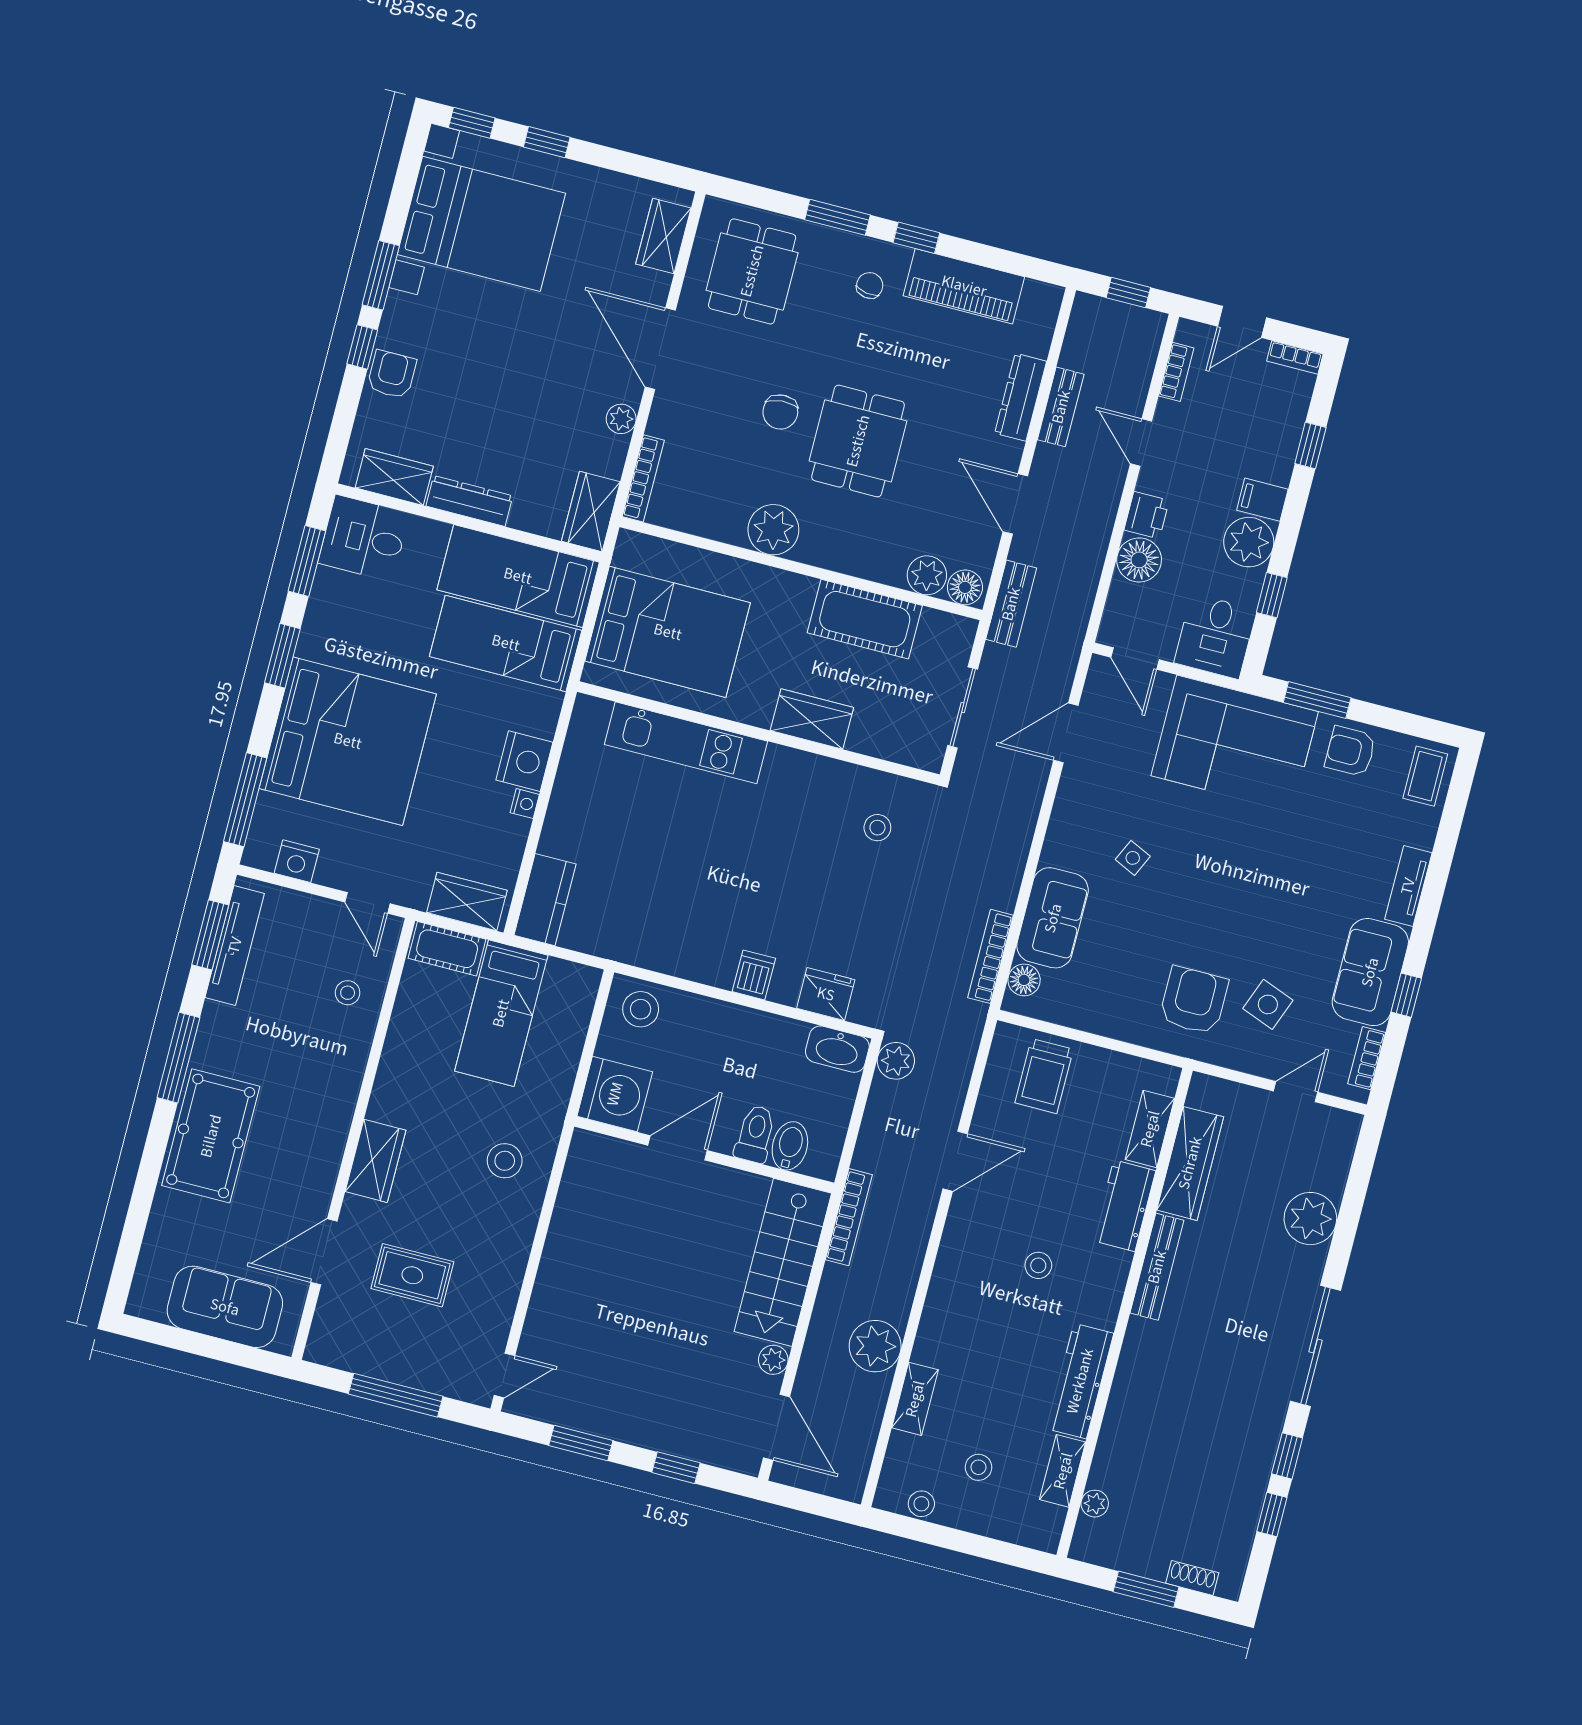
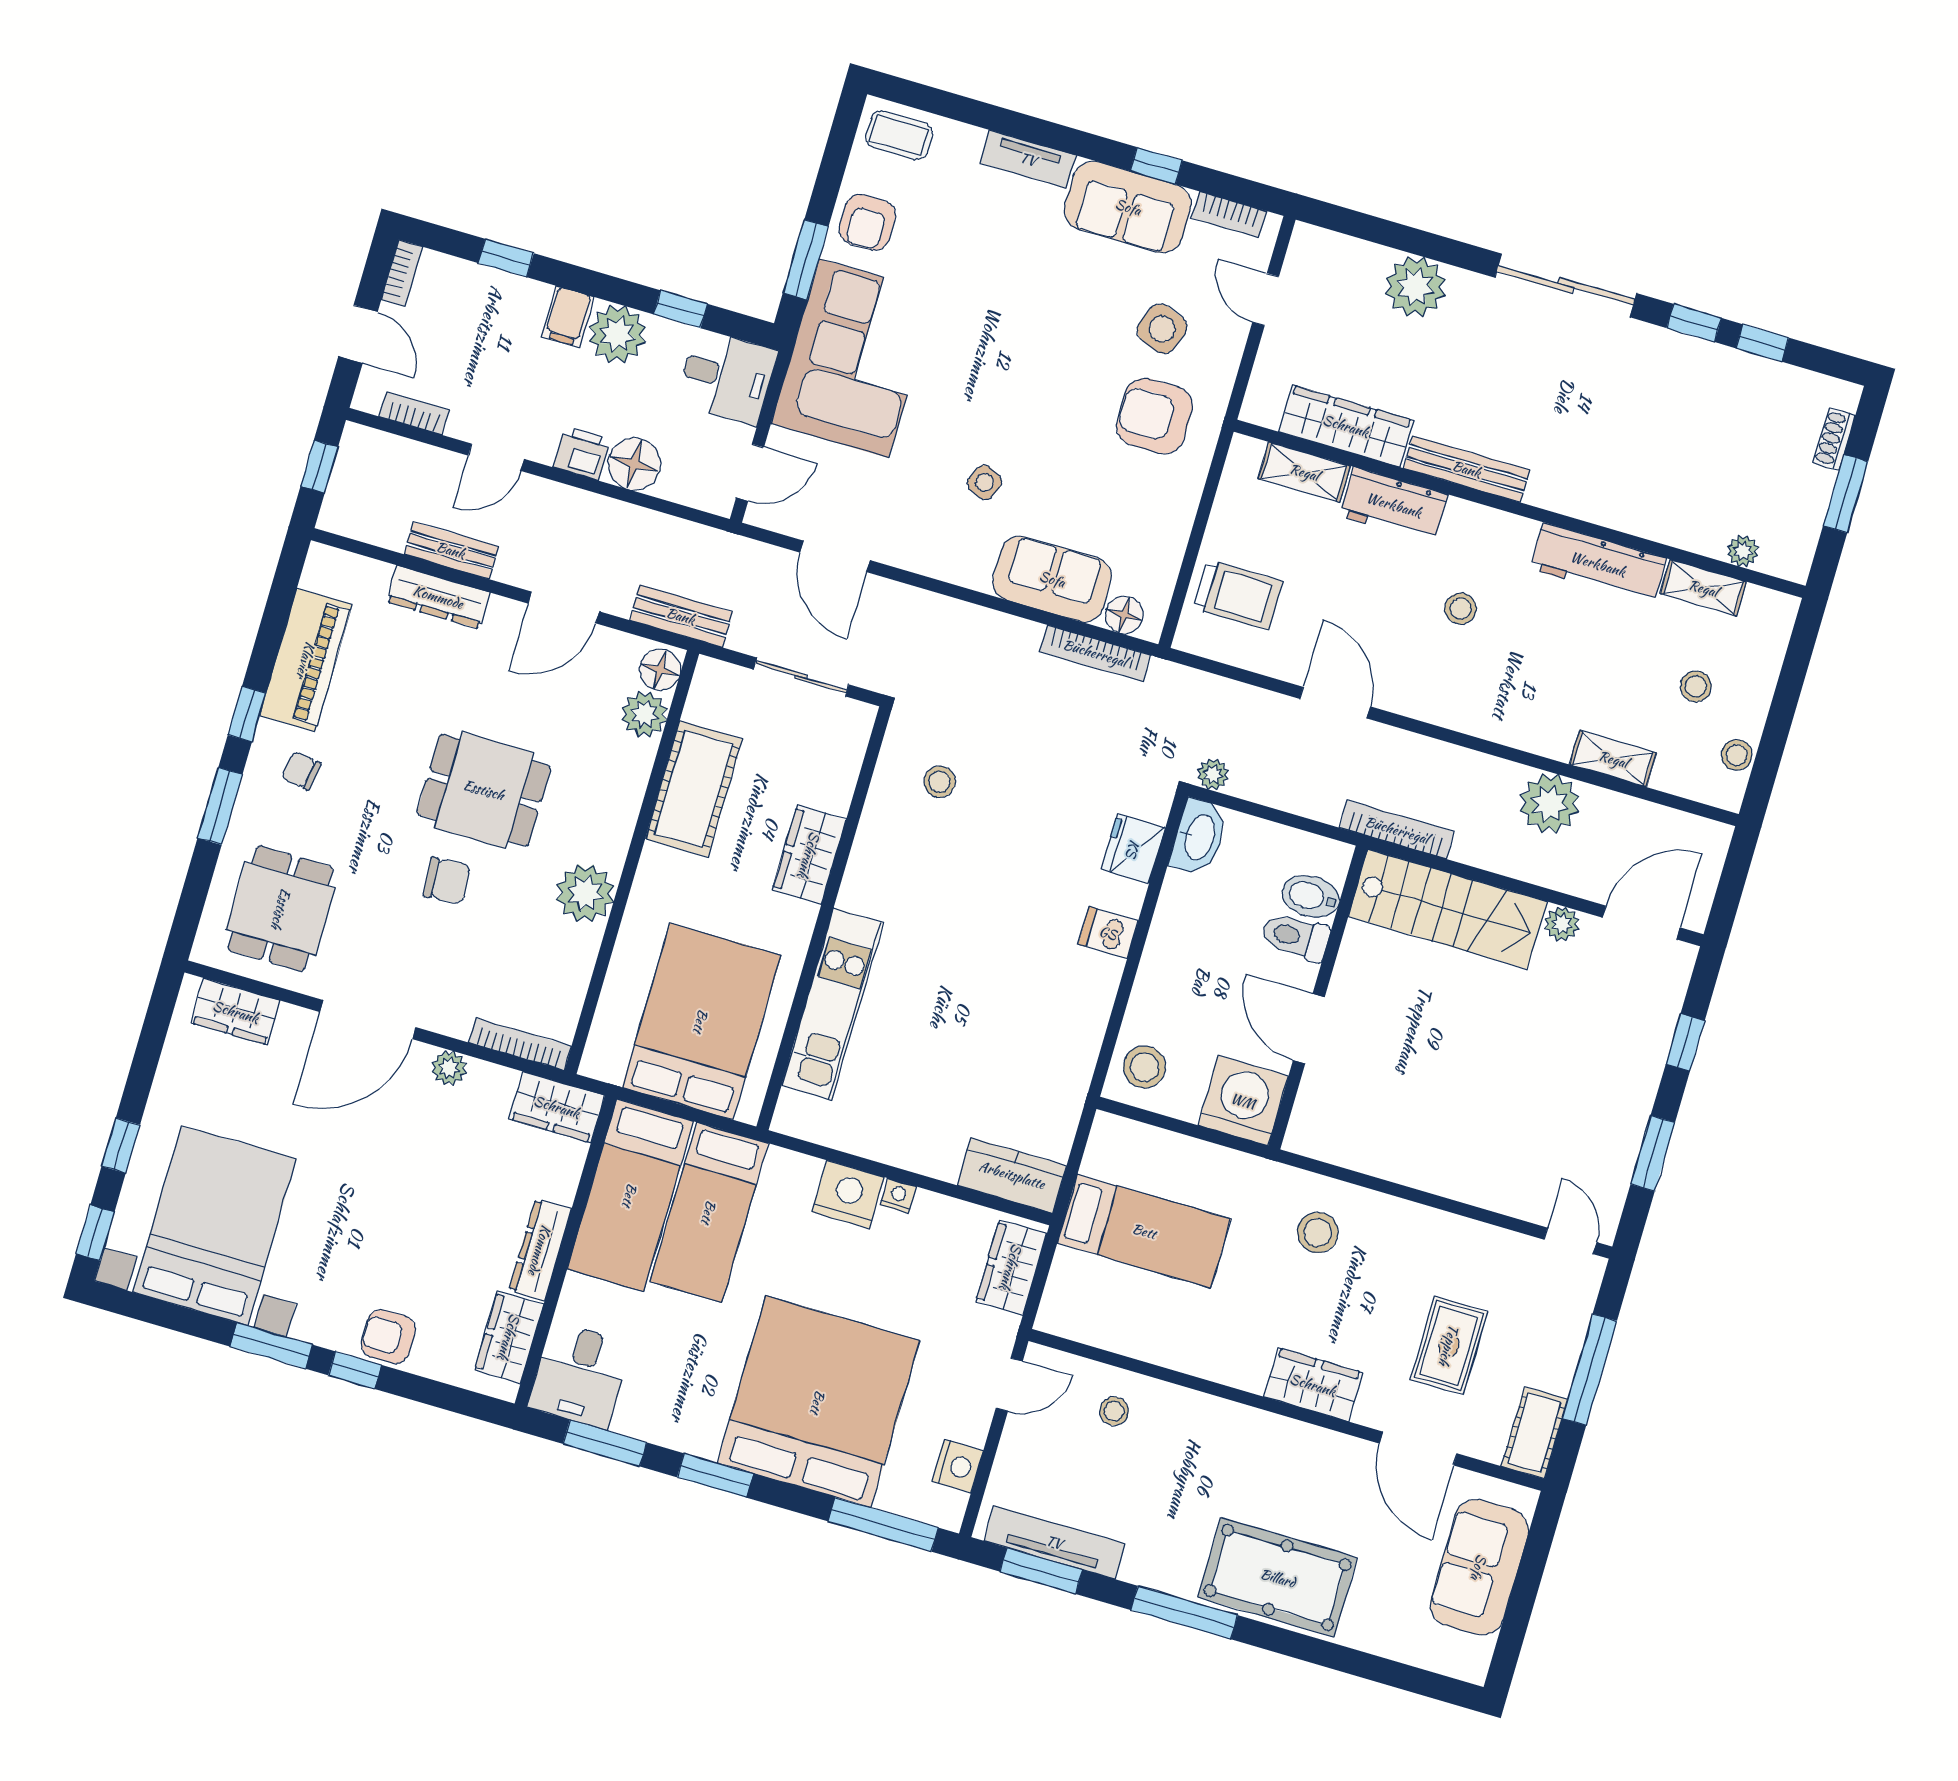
dining table: (752, 271) -> (281, 909), turned 90
cot: (447, 949) -> (1534, 1433), moved
plant: (896, 1061) -> (1213, 774), width x0.73, depth x0.73

